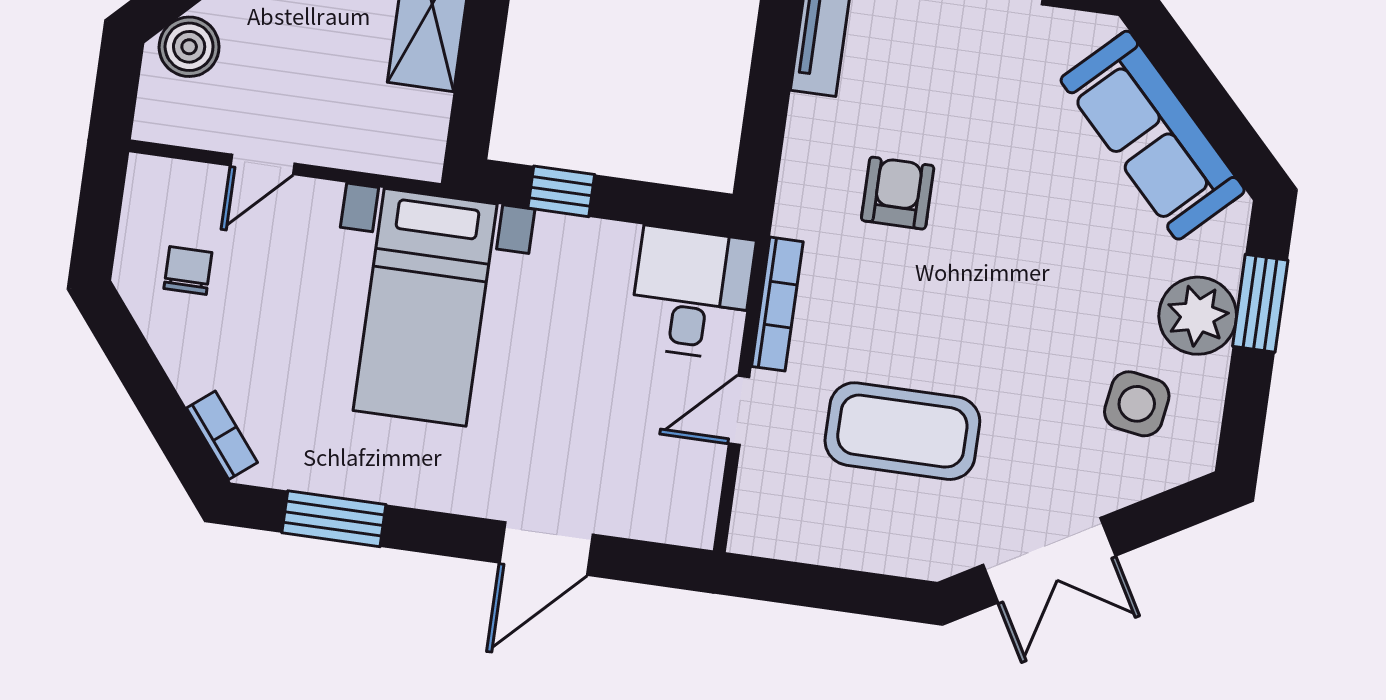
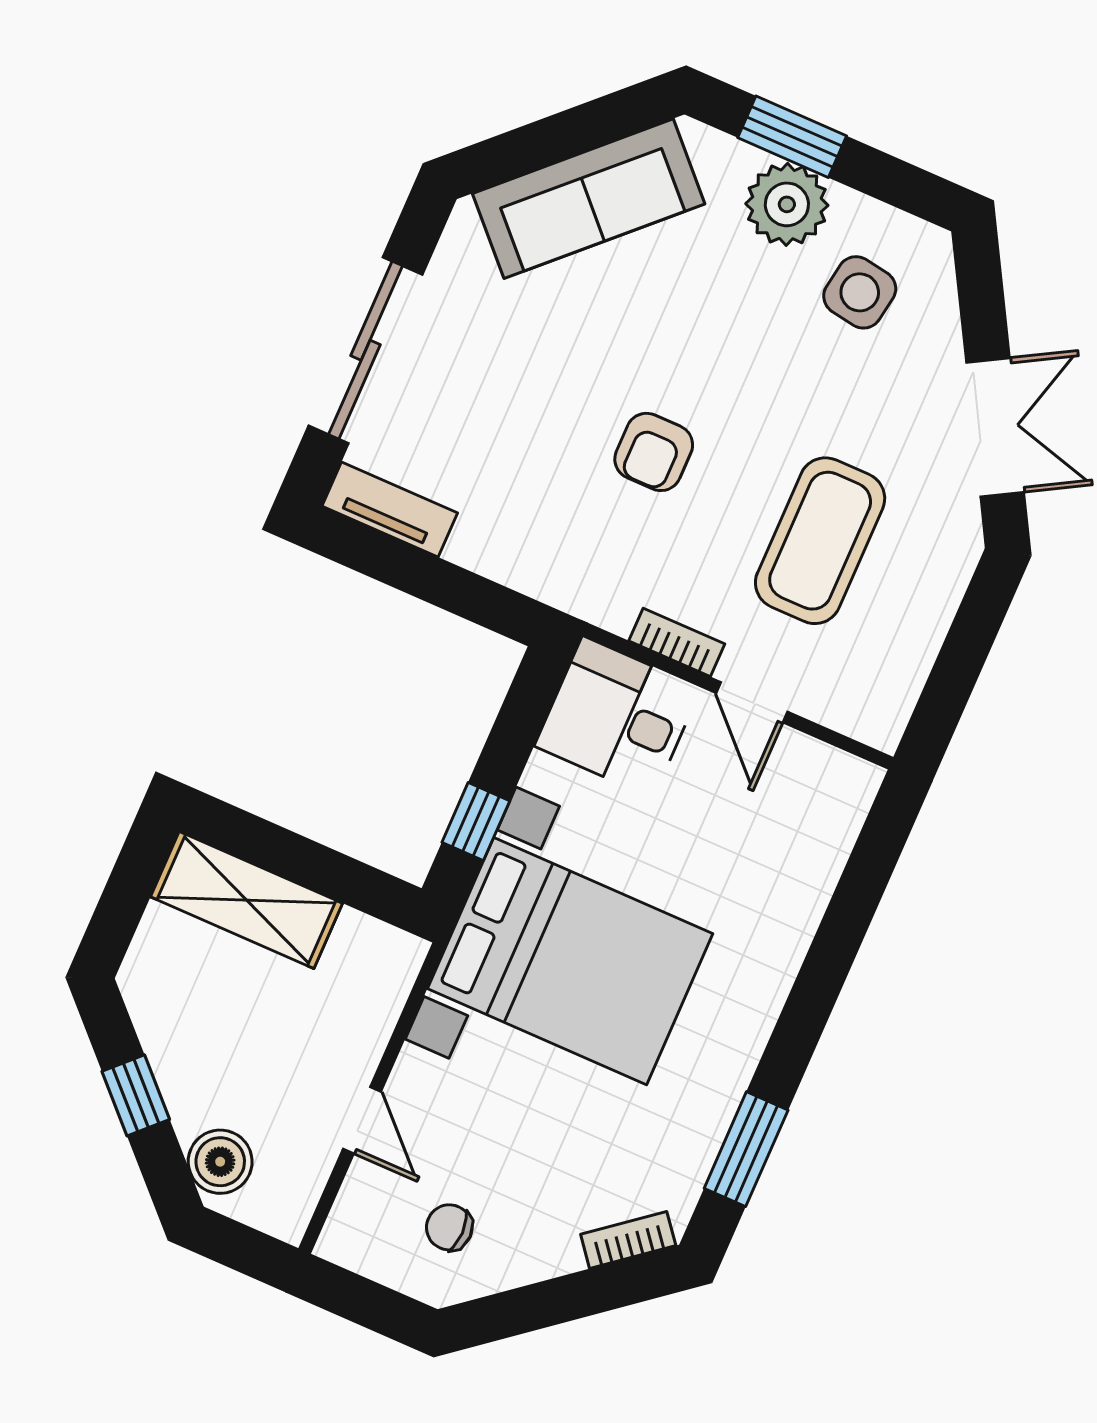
armchair: (898, 193) -> (654, 452), moved, turned -90
bookcase: (777, 304) -> (677, 642), width x0.64
bed with nightstands: (425, 307) -> (570, 961), width x1.36
door: (546, 549) -> (838, 940), removed

